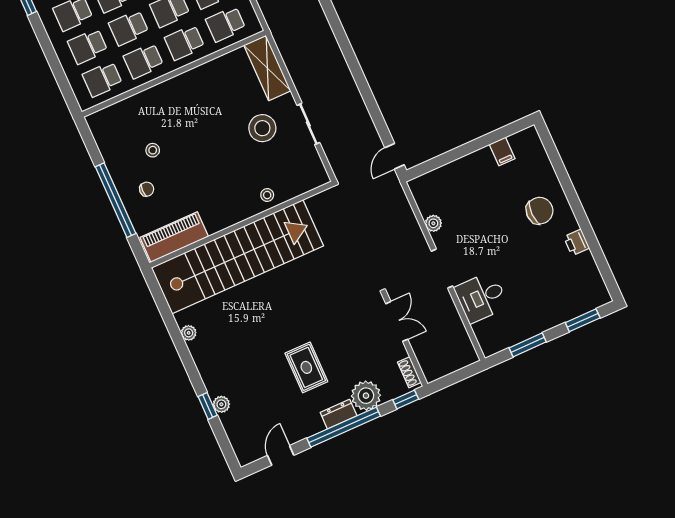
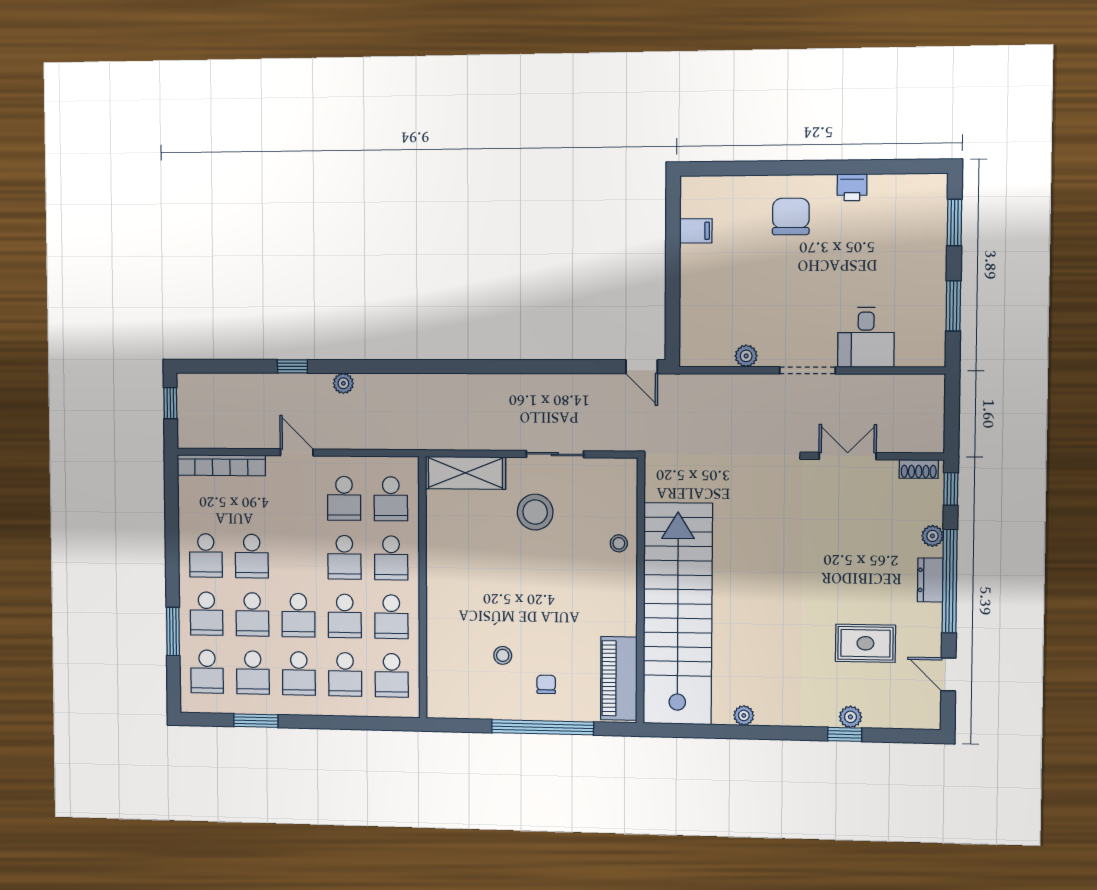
rug: (306, 367) -> (865, 643), moved
plant: (366, 396) -> (932, 536), width x0.53, depth x0.53

